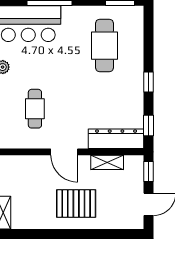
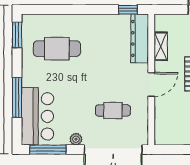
window: (149, 82) -> (89, 10), removed
window: (149, 172) -> (169, 10), removed

